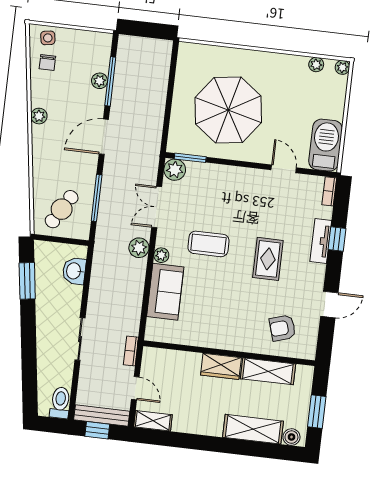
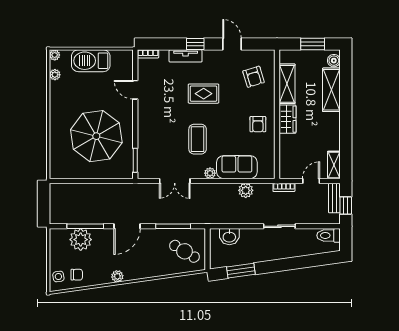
plant: (100, 81) -> (81, 240), width x1.88, depth x1.88
door: (104, 137) -> (127, 226), hinge flipped
barbecue: (326, 145) -> (91, 61), moved
door: (284, 169) -> (135, 90), hinge flipped
plant: (175, 170) -> (145, 171), removed
window: (337, 239) -> (195, 44), moved
plant: (139, 248) -> (246, 190), moved
armchair: (219, 326) -> (258, 124), added
bench: (102, 415) -> (334, 198), width x0.73

